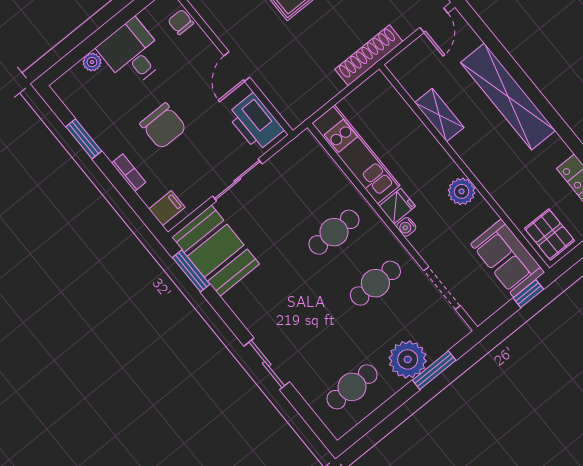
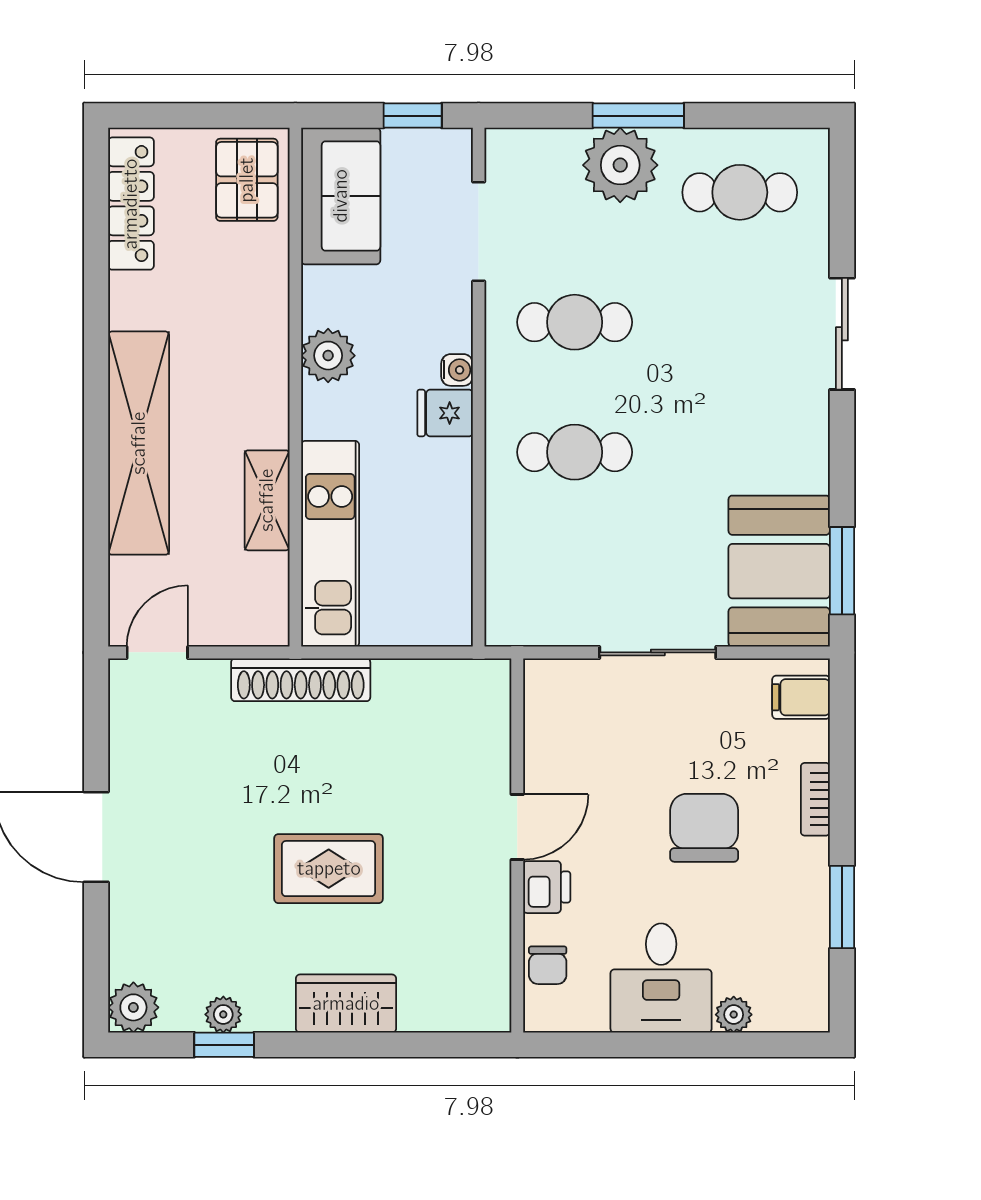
printer: (255, 122) -> (547, 887), moved, width x0.53, depth x0.68
kitchen unit: (356, 154) -> (330, 544), moved, turned 180
window: (528, 294) -> (413, 116), moved
window: (434, 370) -> (638, 116), moved

